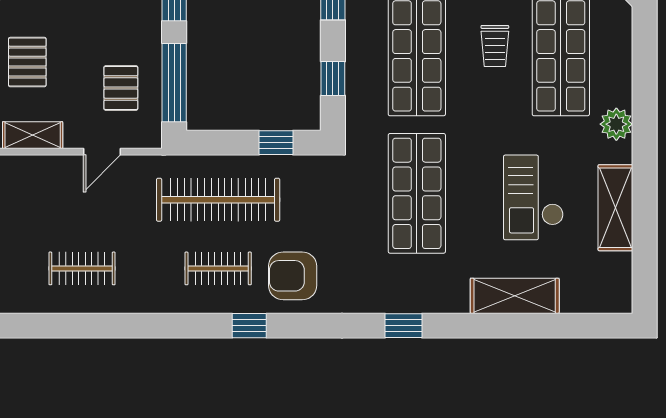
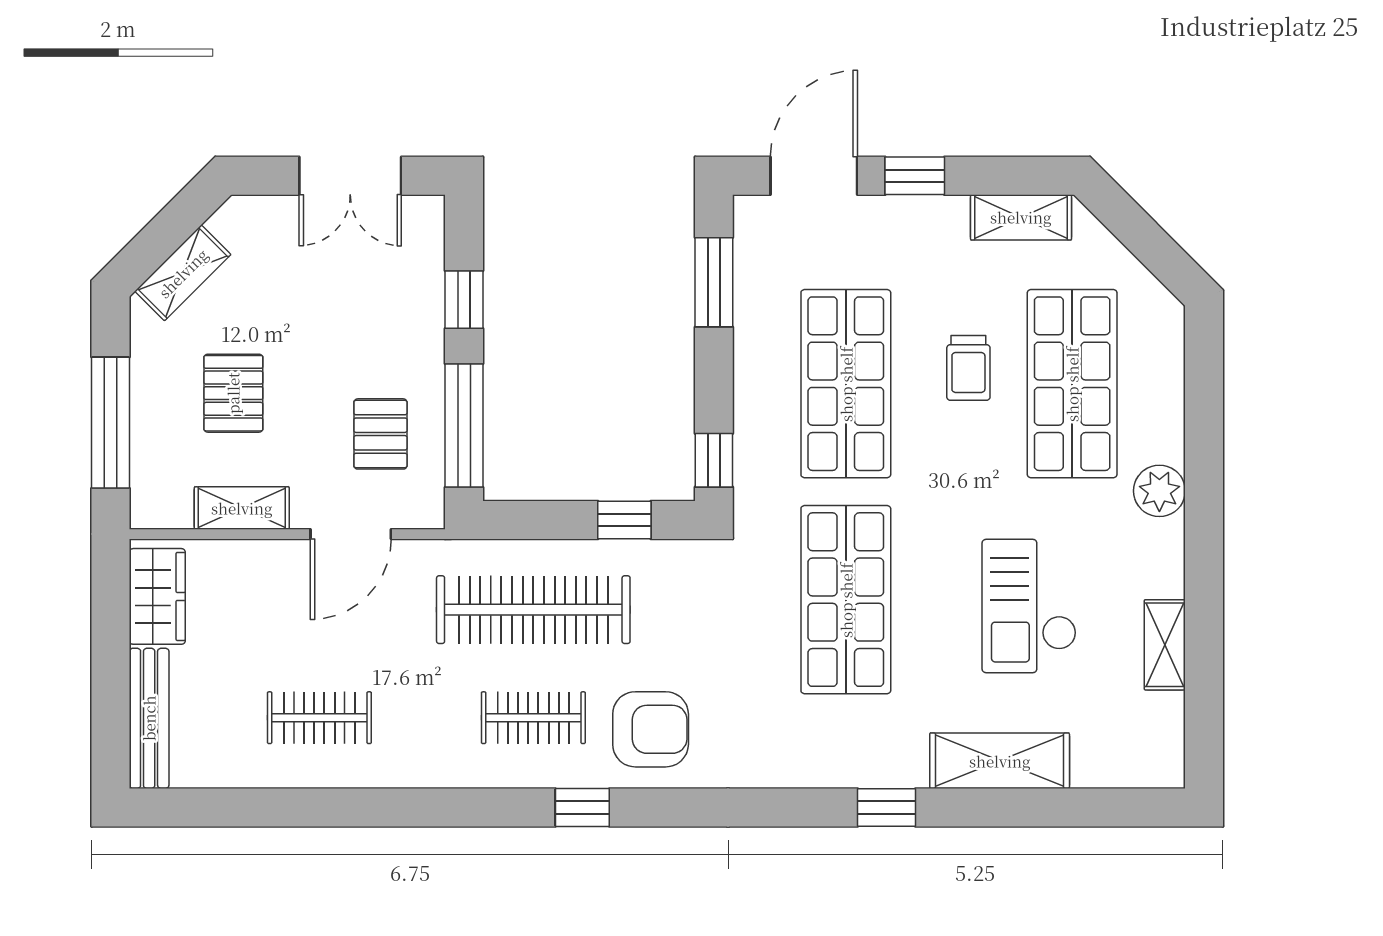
window: (333, 79) -> (714, 460), moved
door: (102, 152) -> (351, 534), width x1.38
shelving: (615, 208) -> (1165, 645), width x0.67, depth x0.75
armchair: (293, 276) -> (651, 729), turned 180
window: (403, 326) -> (886, 807), moved

